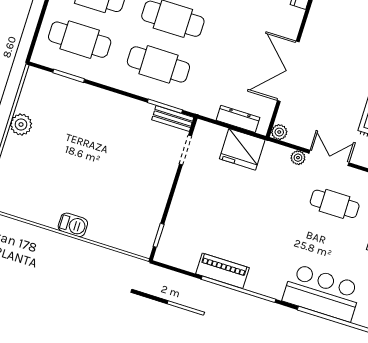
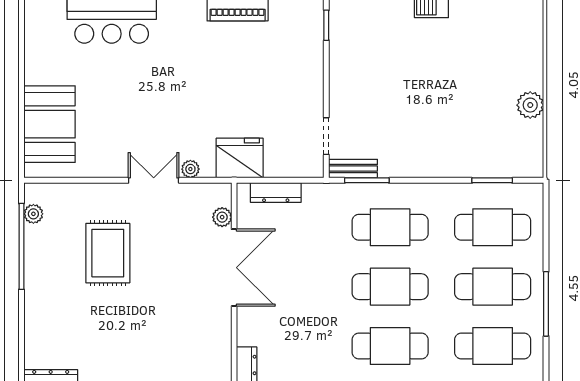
plant: (279, 132) -> (222, 217), moved
fridge: (242, 149) -> (240, 158), moved
double door: (329, 158) -> (154, 180), swing flipped
cafe table: (335, 204) -> (130, 128), removed

